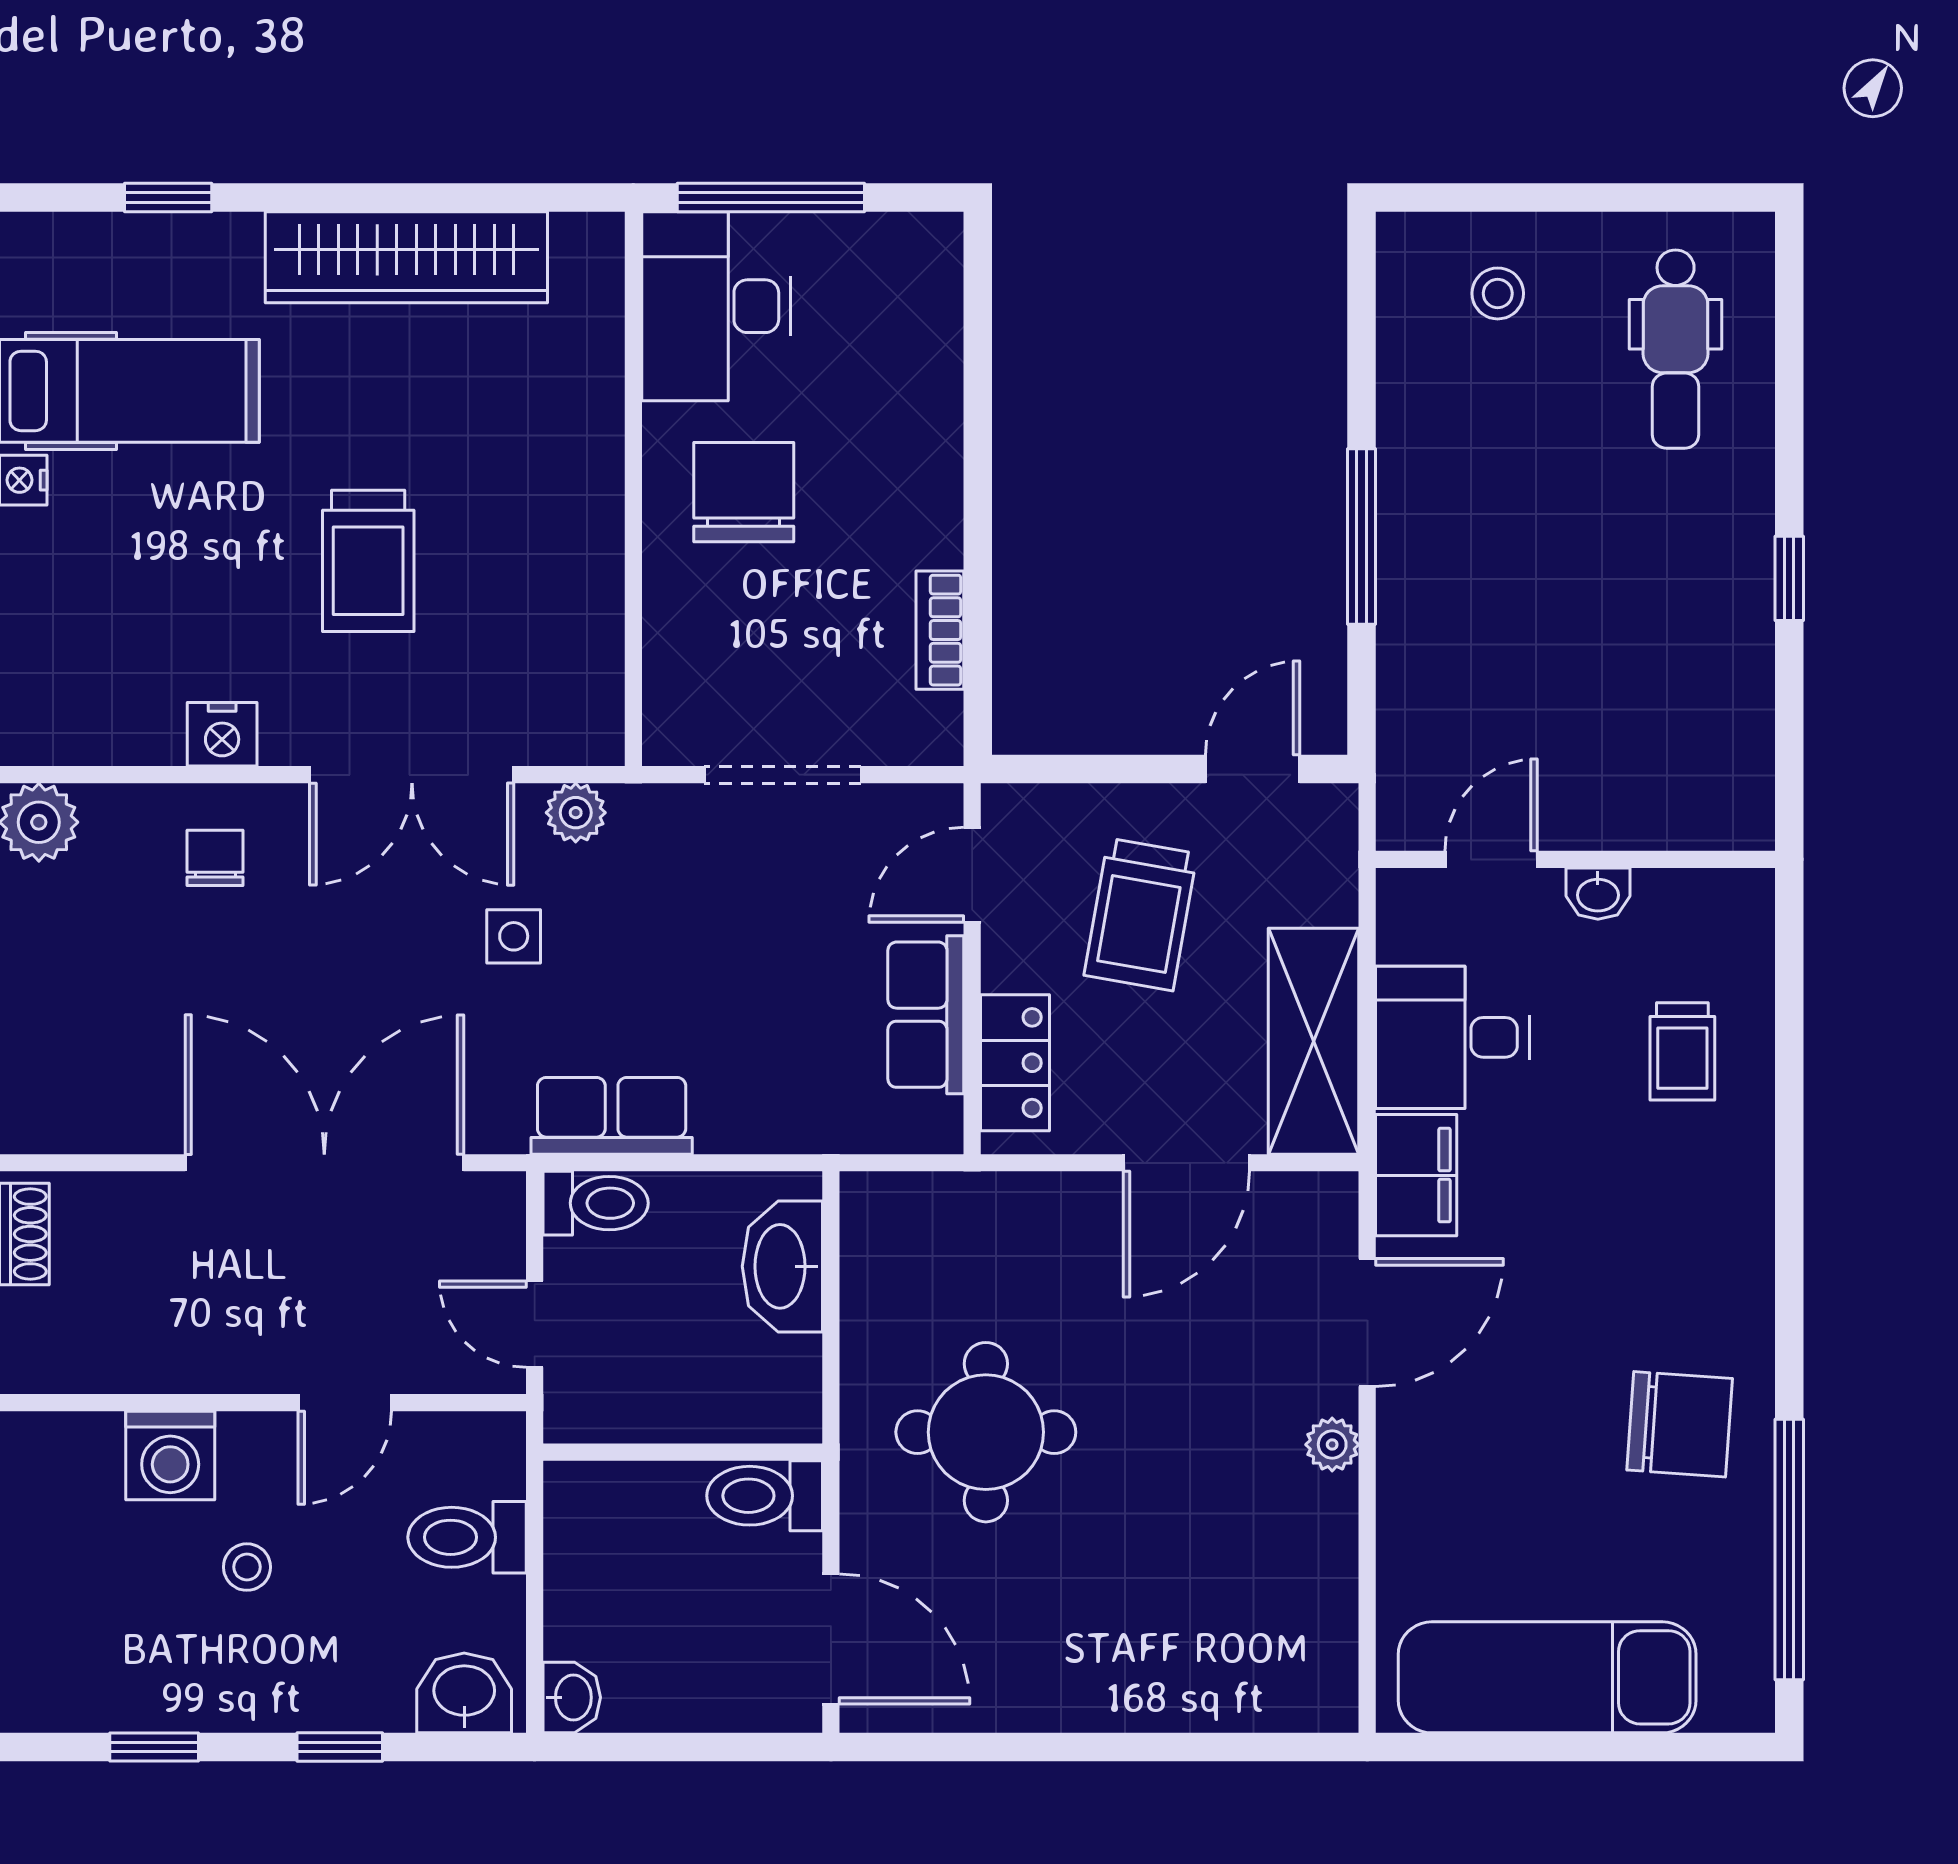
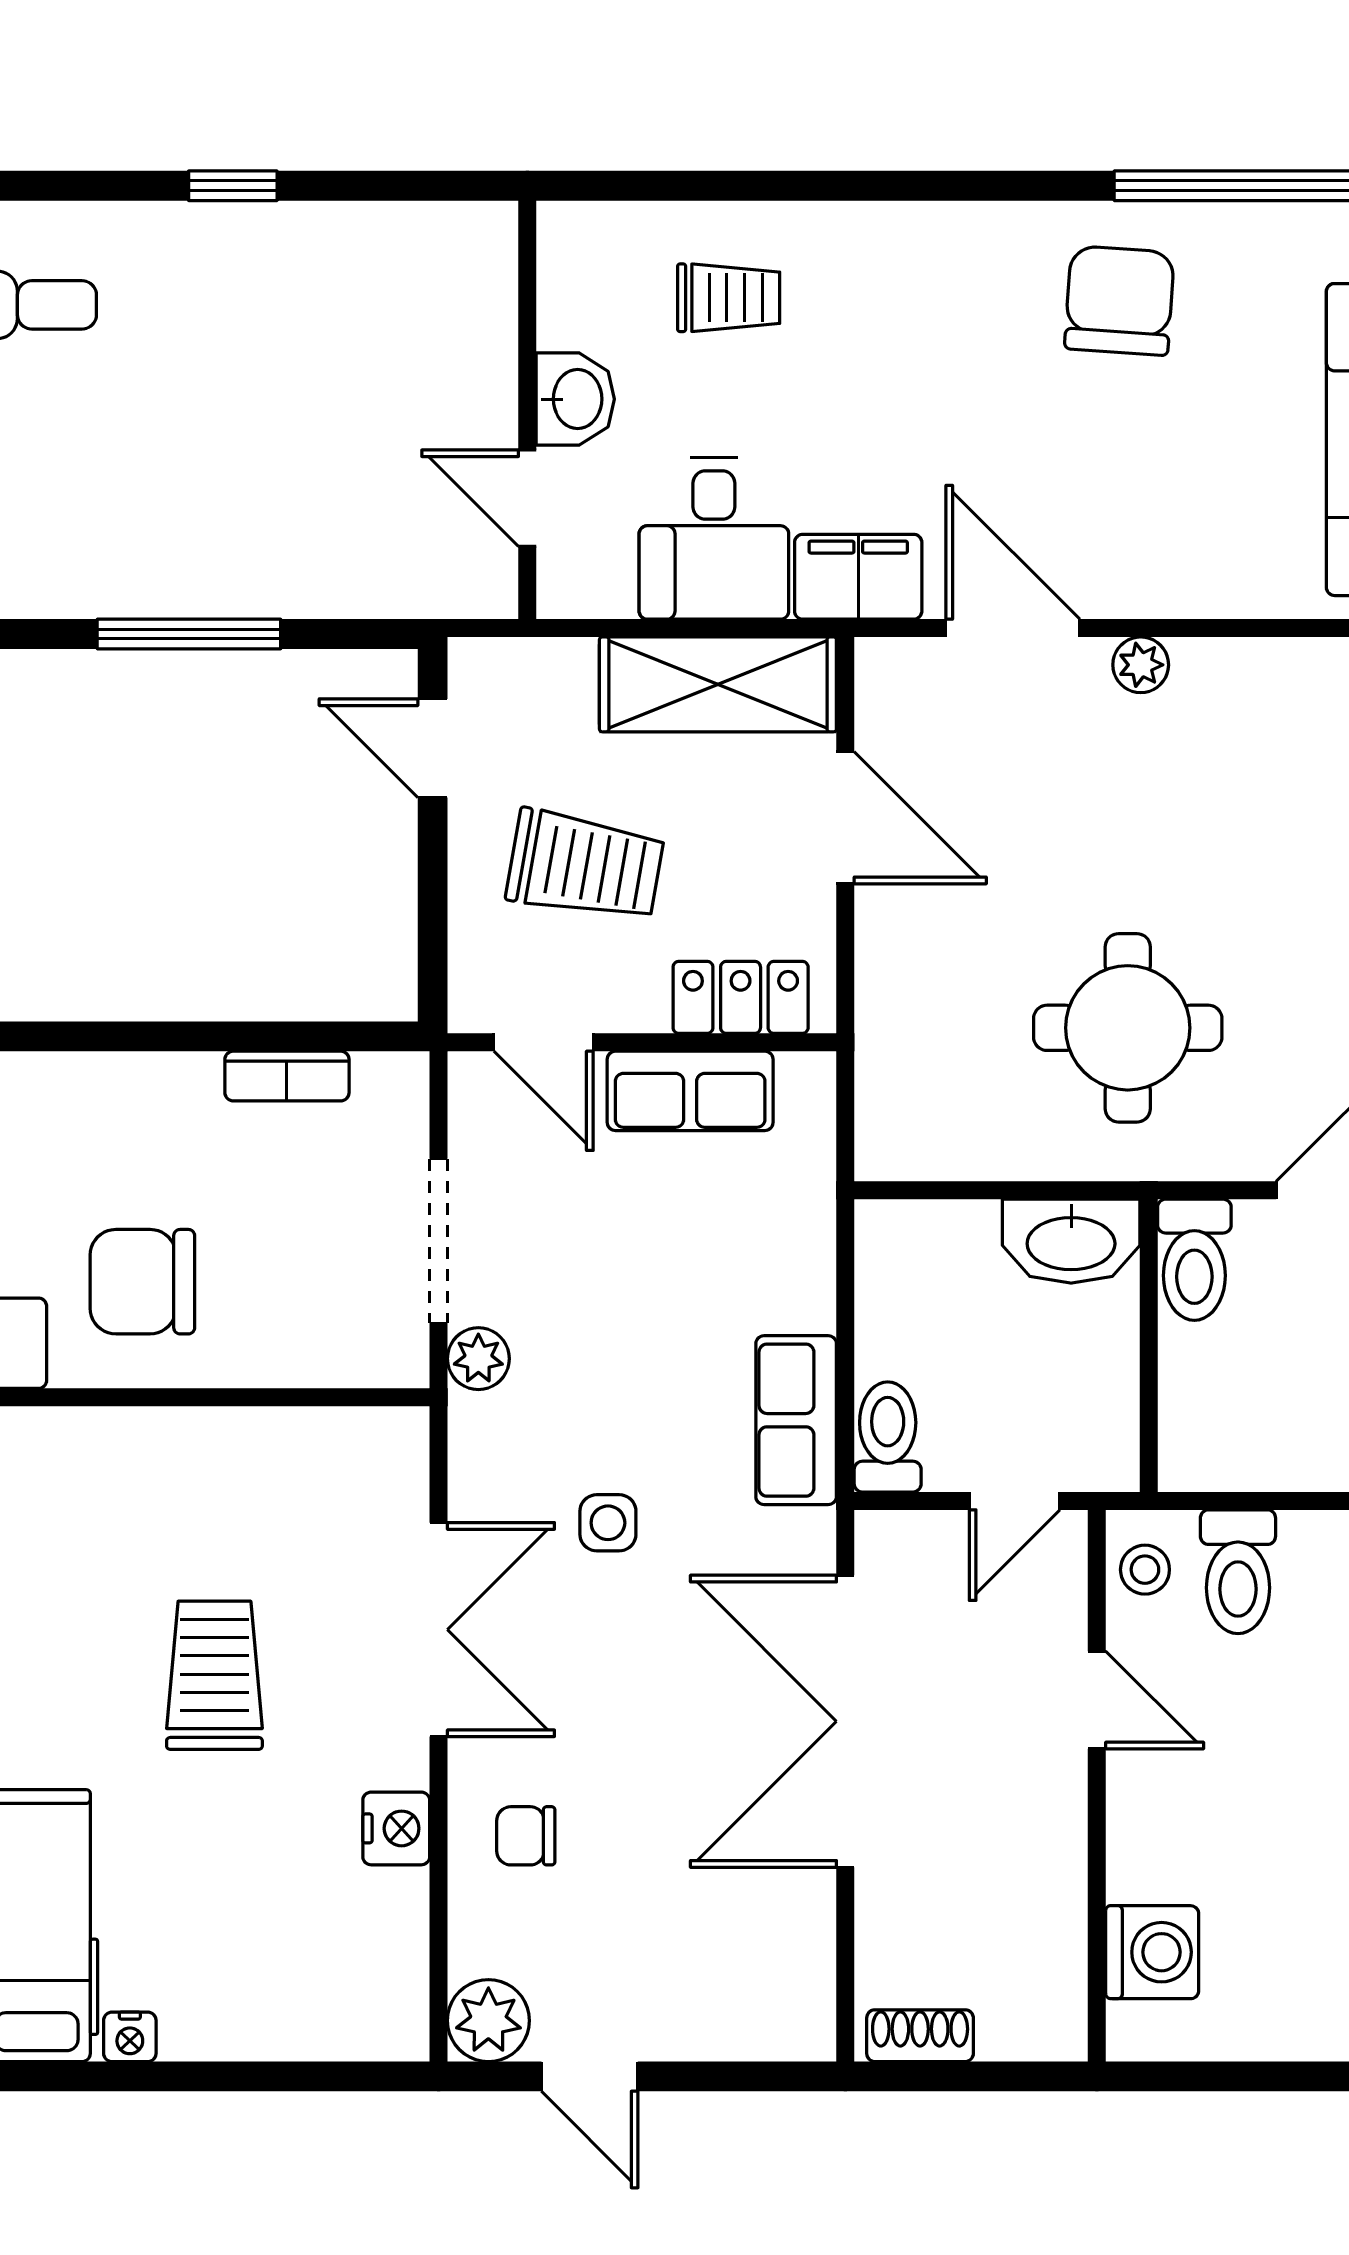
trolley: (368, 561) -> (214, 1675), turned -90
plant: (576, 813) -> (478, 1359), moved
washbasin: (1598, 894) -> (575, 399), width x1.38, depth x1.45
washbasin: (782, 1266) -> (1071, 1241), moved
washing machine: (170, 1455) -> (1152, 1952), moved
stool: (247, 1567) -> (1145, 1570), moved

